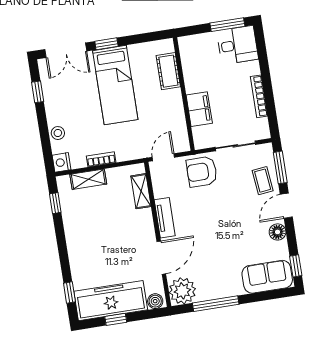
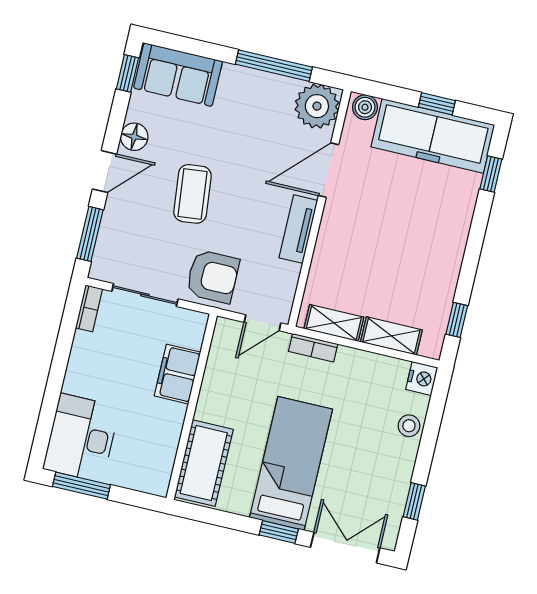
desk: (237, 45) -> (81, 438), width x1.37
cot: (168, 71) -> (204, 463), width x1.37, depth x1.34
bookcase: (259, 96) -> (89, 308), moved, width x0.64
bookcase: (101, 159) -> (313, 348), moved
coffee table: (263, 181) -> (192, 194), moved, width x1.36, depth x1.30
shelving: (141, 191) -> (334, 323), moved, turned 90

